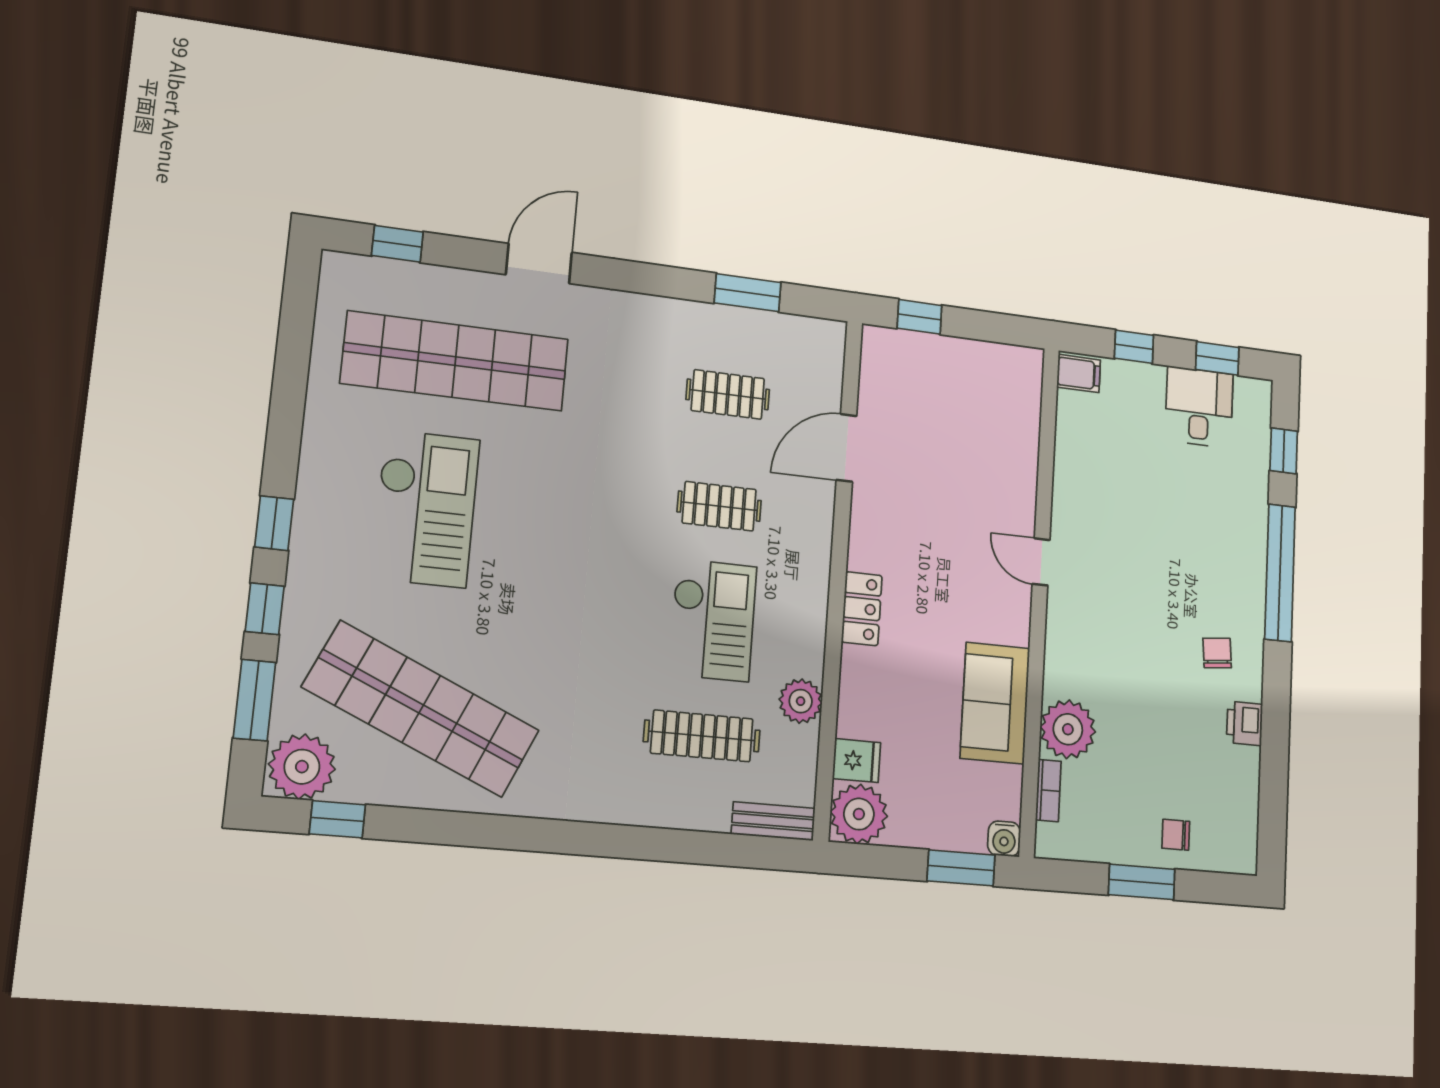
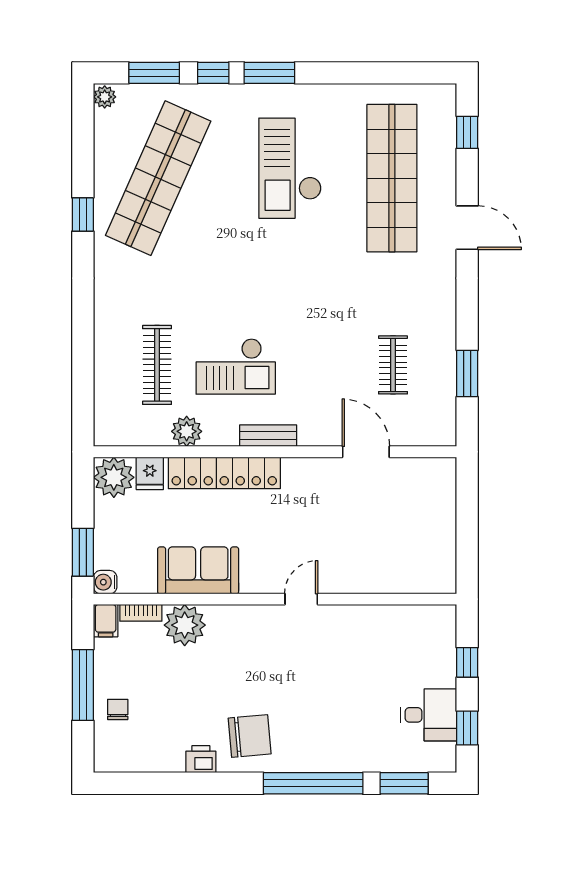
window: (919, 317) -> (467, 499), removed
filing cabinet: (1079, 373) -> (106, 621), moved
window: (1284, 451) -> (404, 783), width x1.50
clothes rail: (719, 506) -> (314, 365), removed
checkout: (425, 509) -> (290, 168), turned 90
window: (274, 523) -> (269, 73), width x1.50
locker: (862, 609) -> (224, 473), width x2.16, depth x1.21
chair: (1217, 653) -> (250, 736), width x1.87, depth x1.87
plant: (302, 767) -> (105, 97), width x0.53, depth x0.53
window: (337, 819) -> (83, 215), moved
bench: (773, 821) -> (268, 436), moved, turned 90
window: (1142, 882) -> (83, 685), width x1.44

